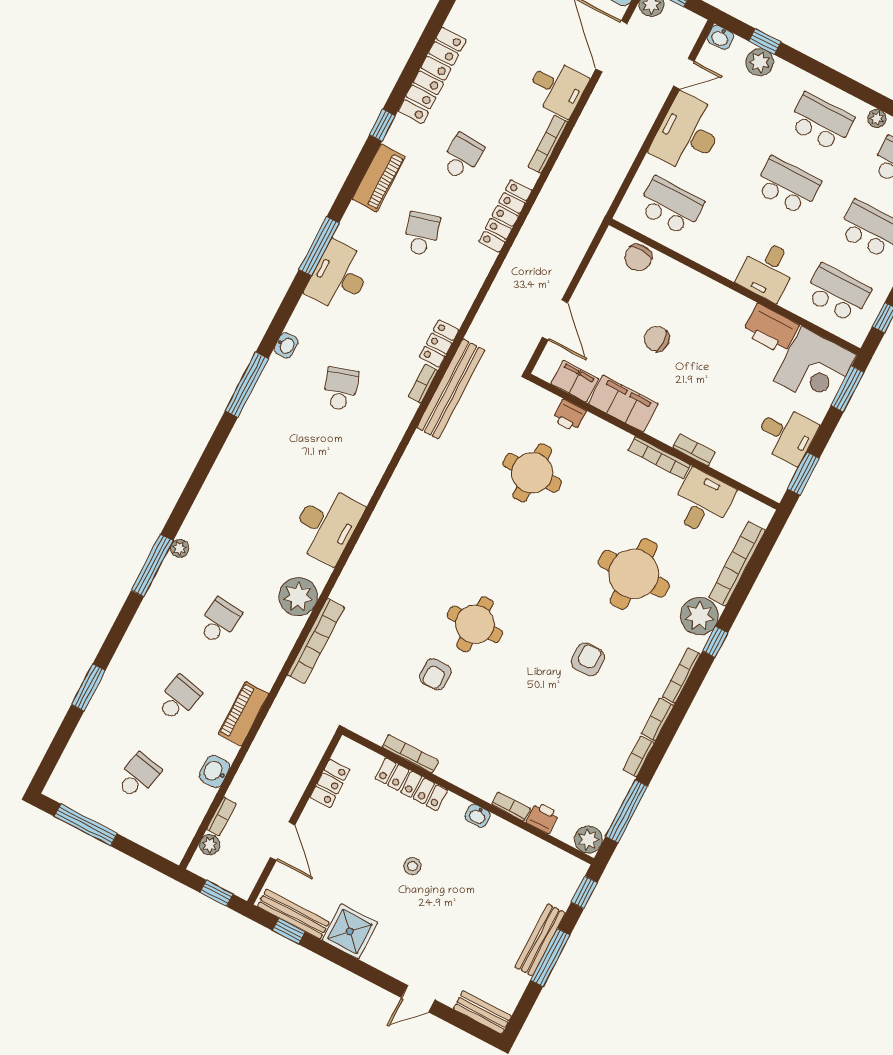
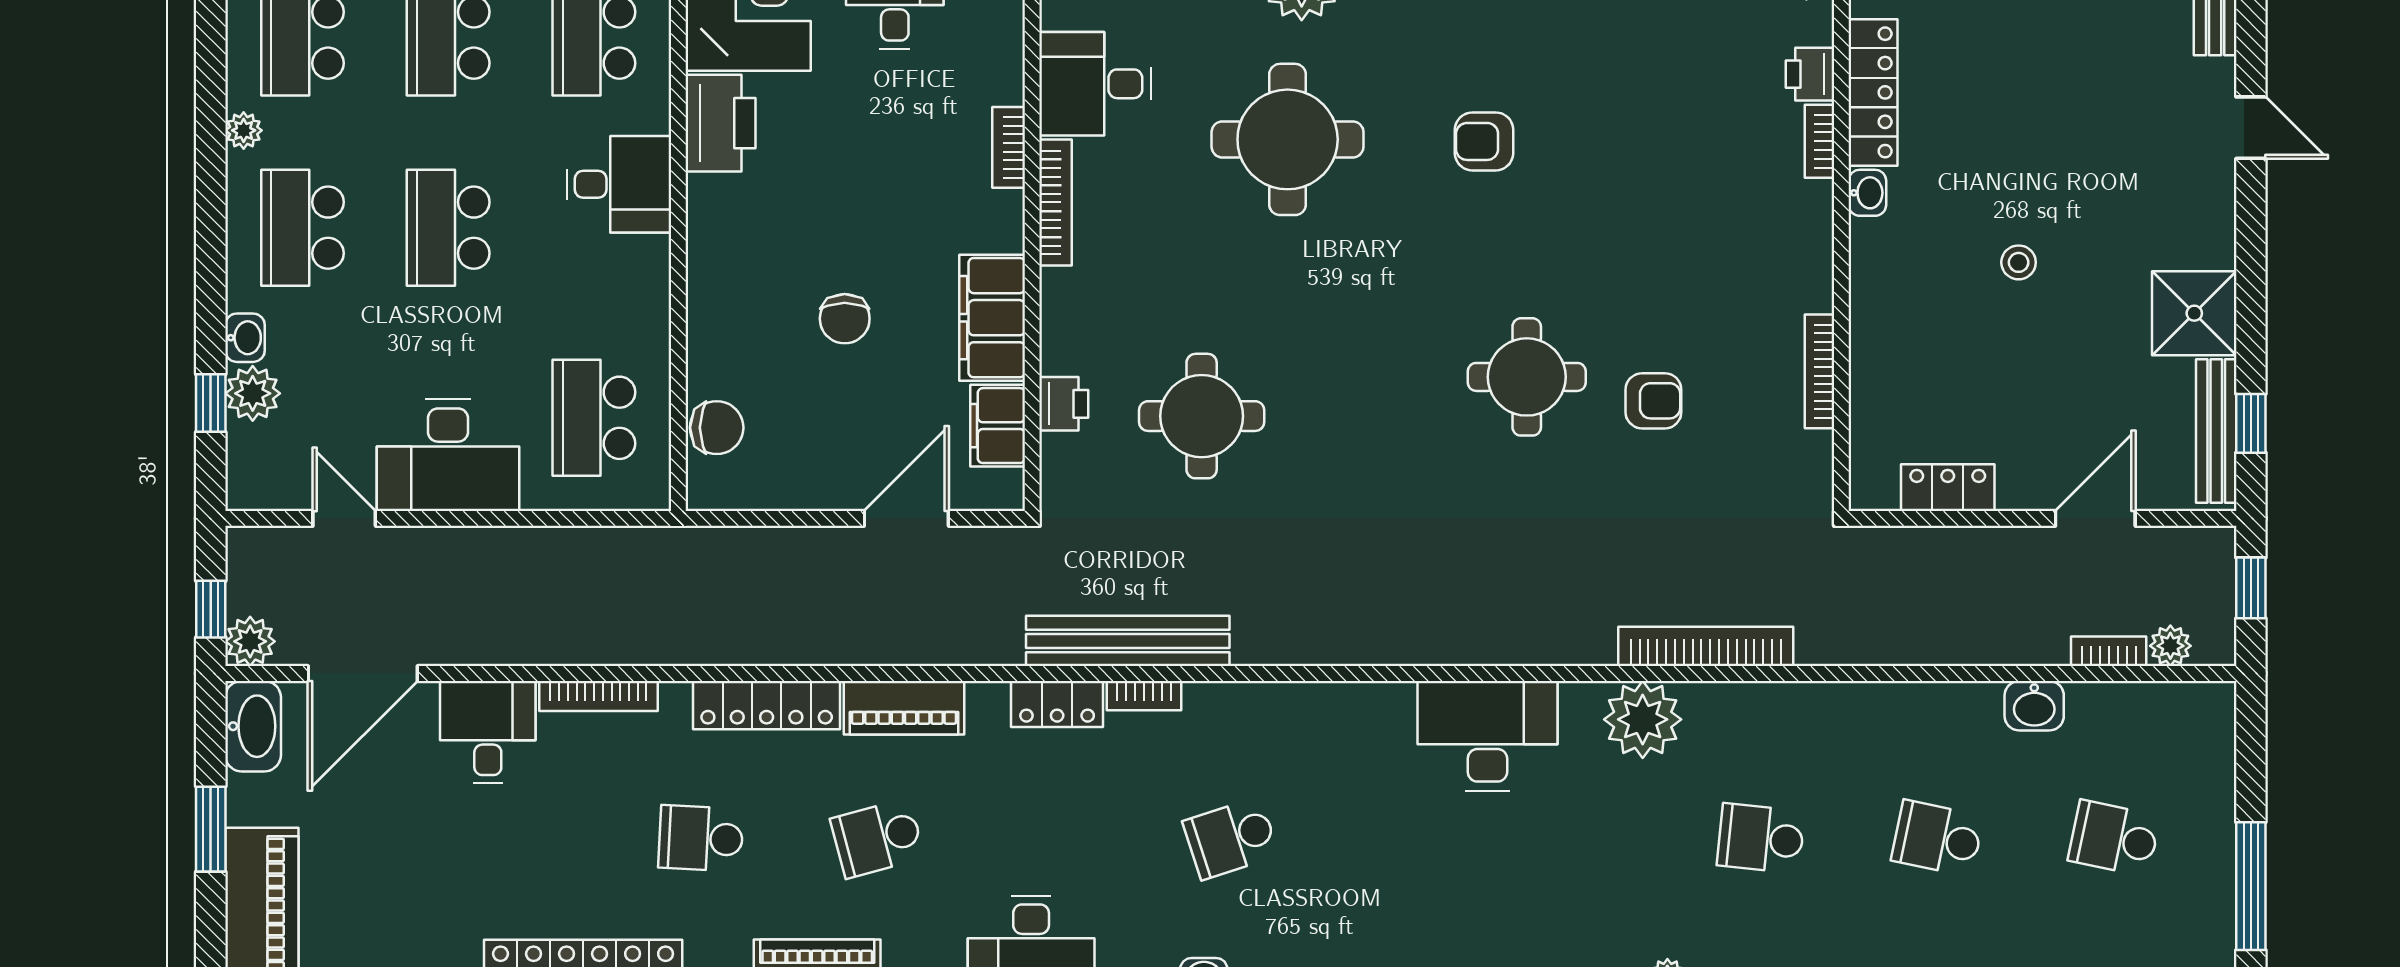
washbasin: (720, 37) -> (245, 338), moved
piano: (244, 714) -> (904, 708), moved
locker: (411, 784) -> (1873, 92), moved

